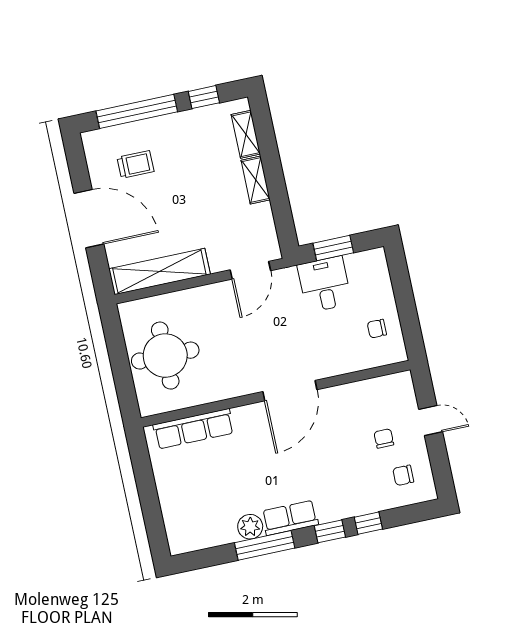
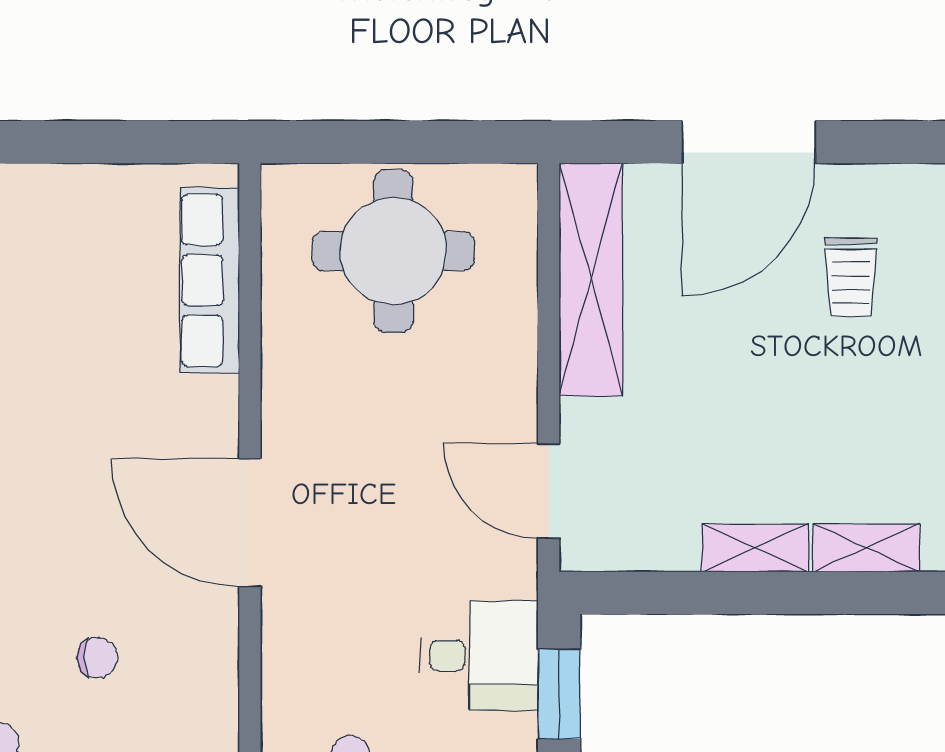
chair: (384, 438) -> (97, 658), moved

